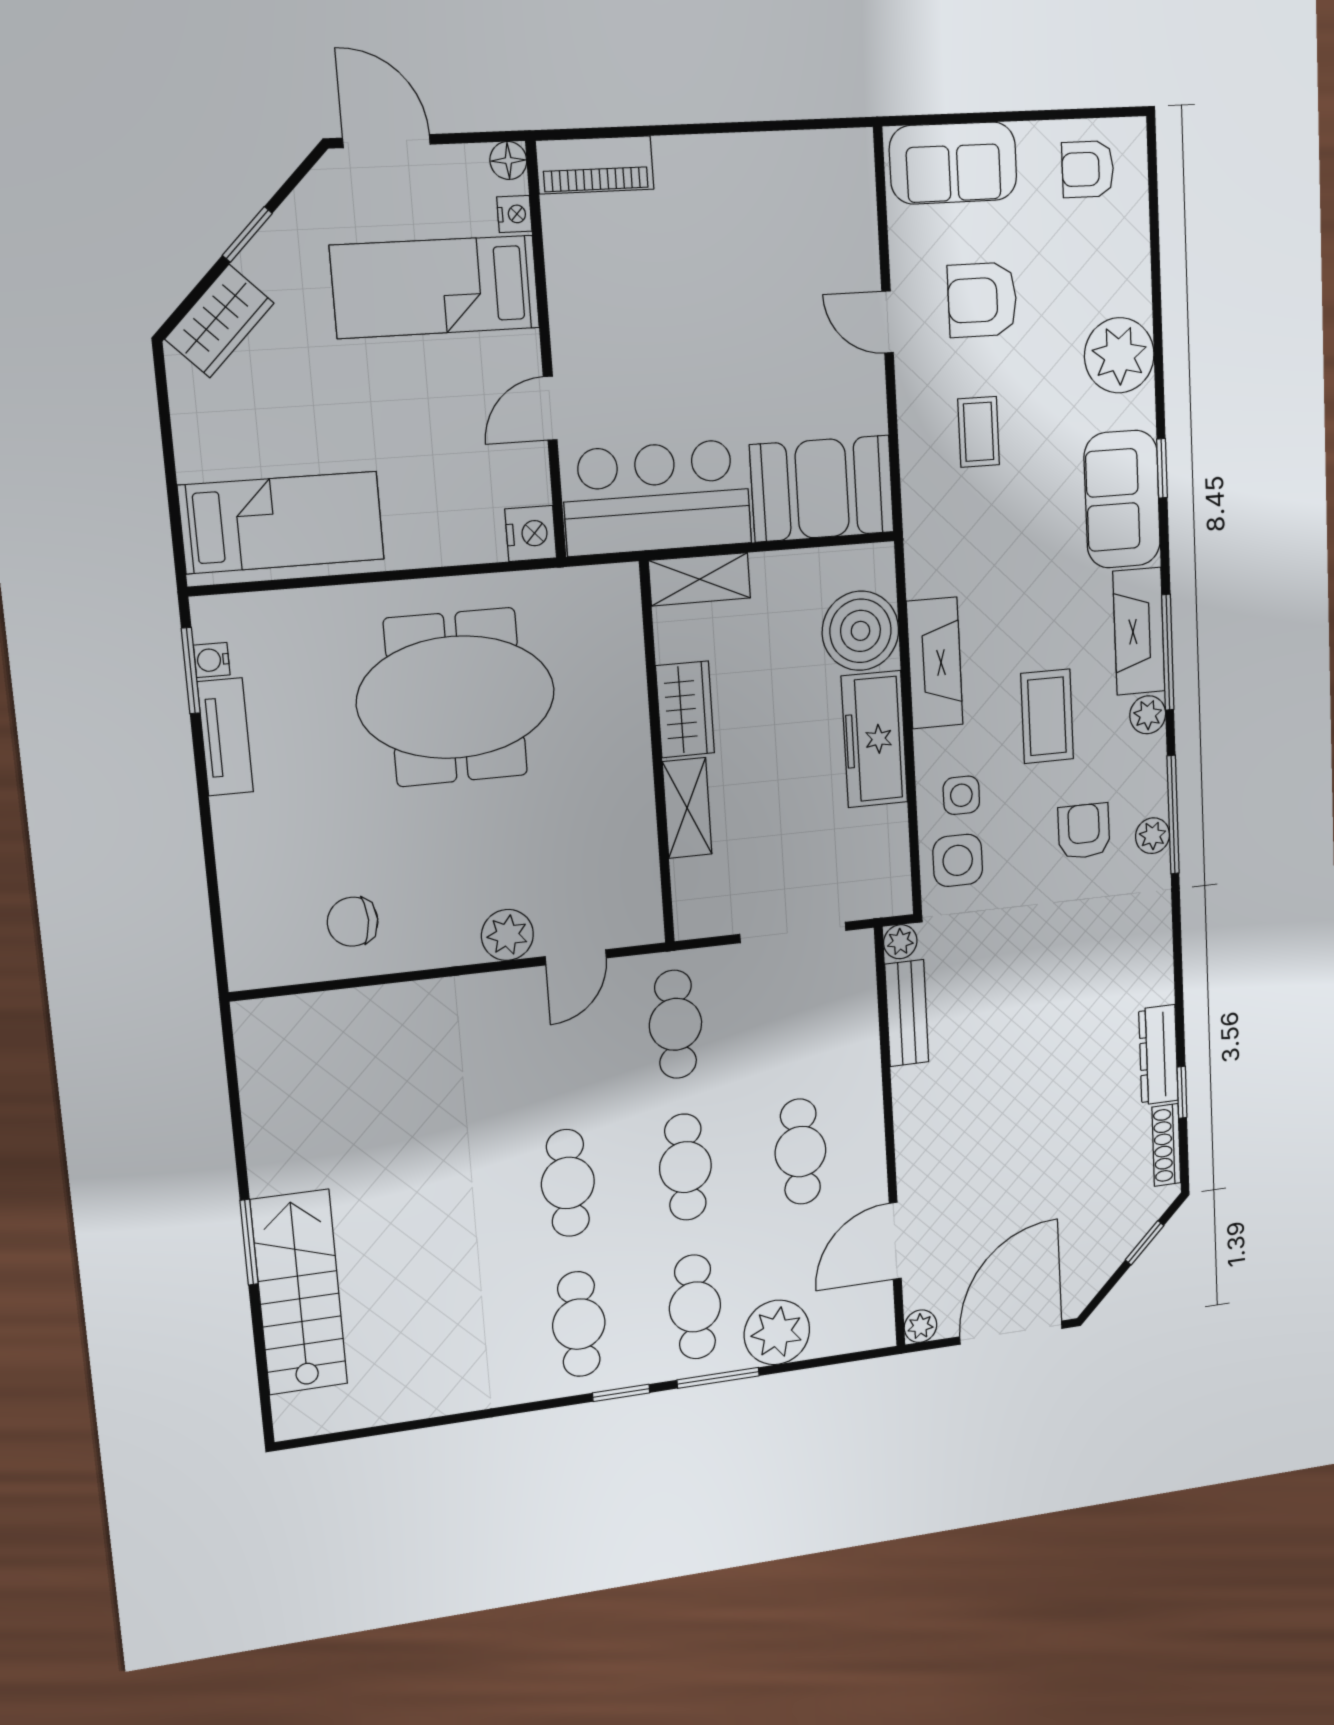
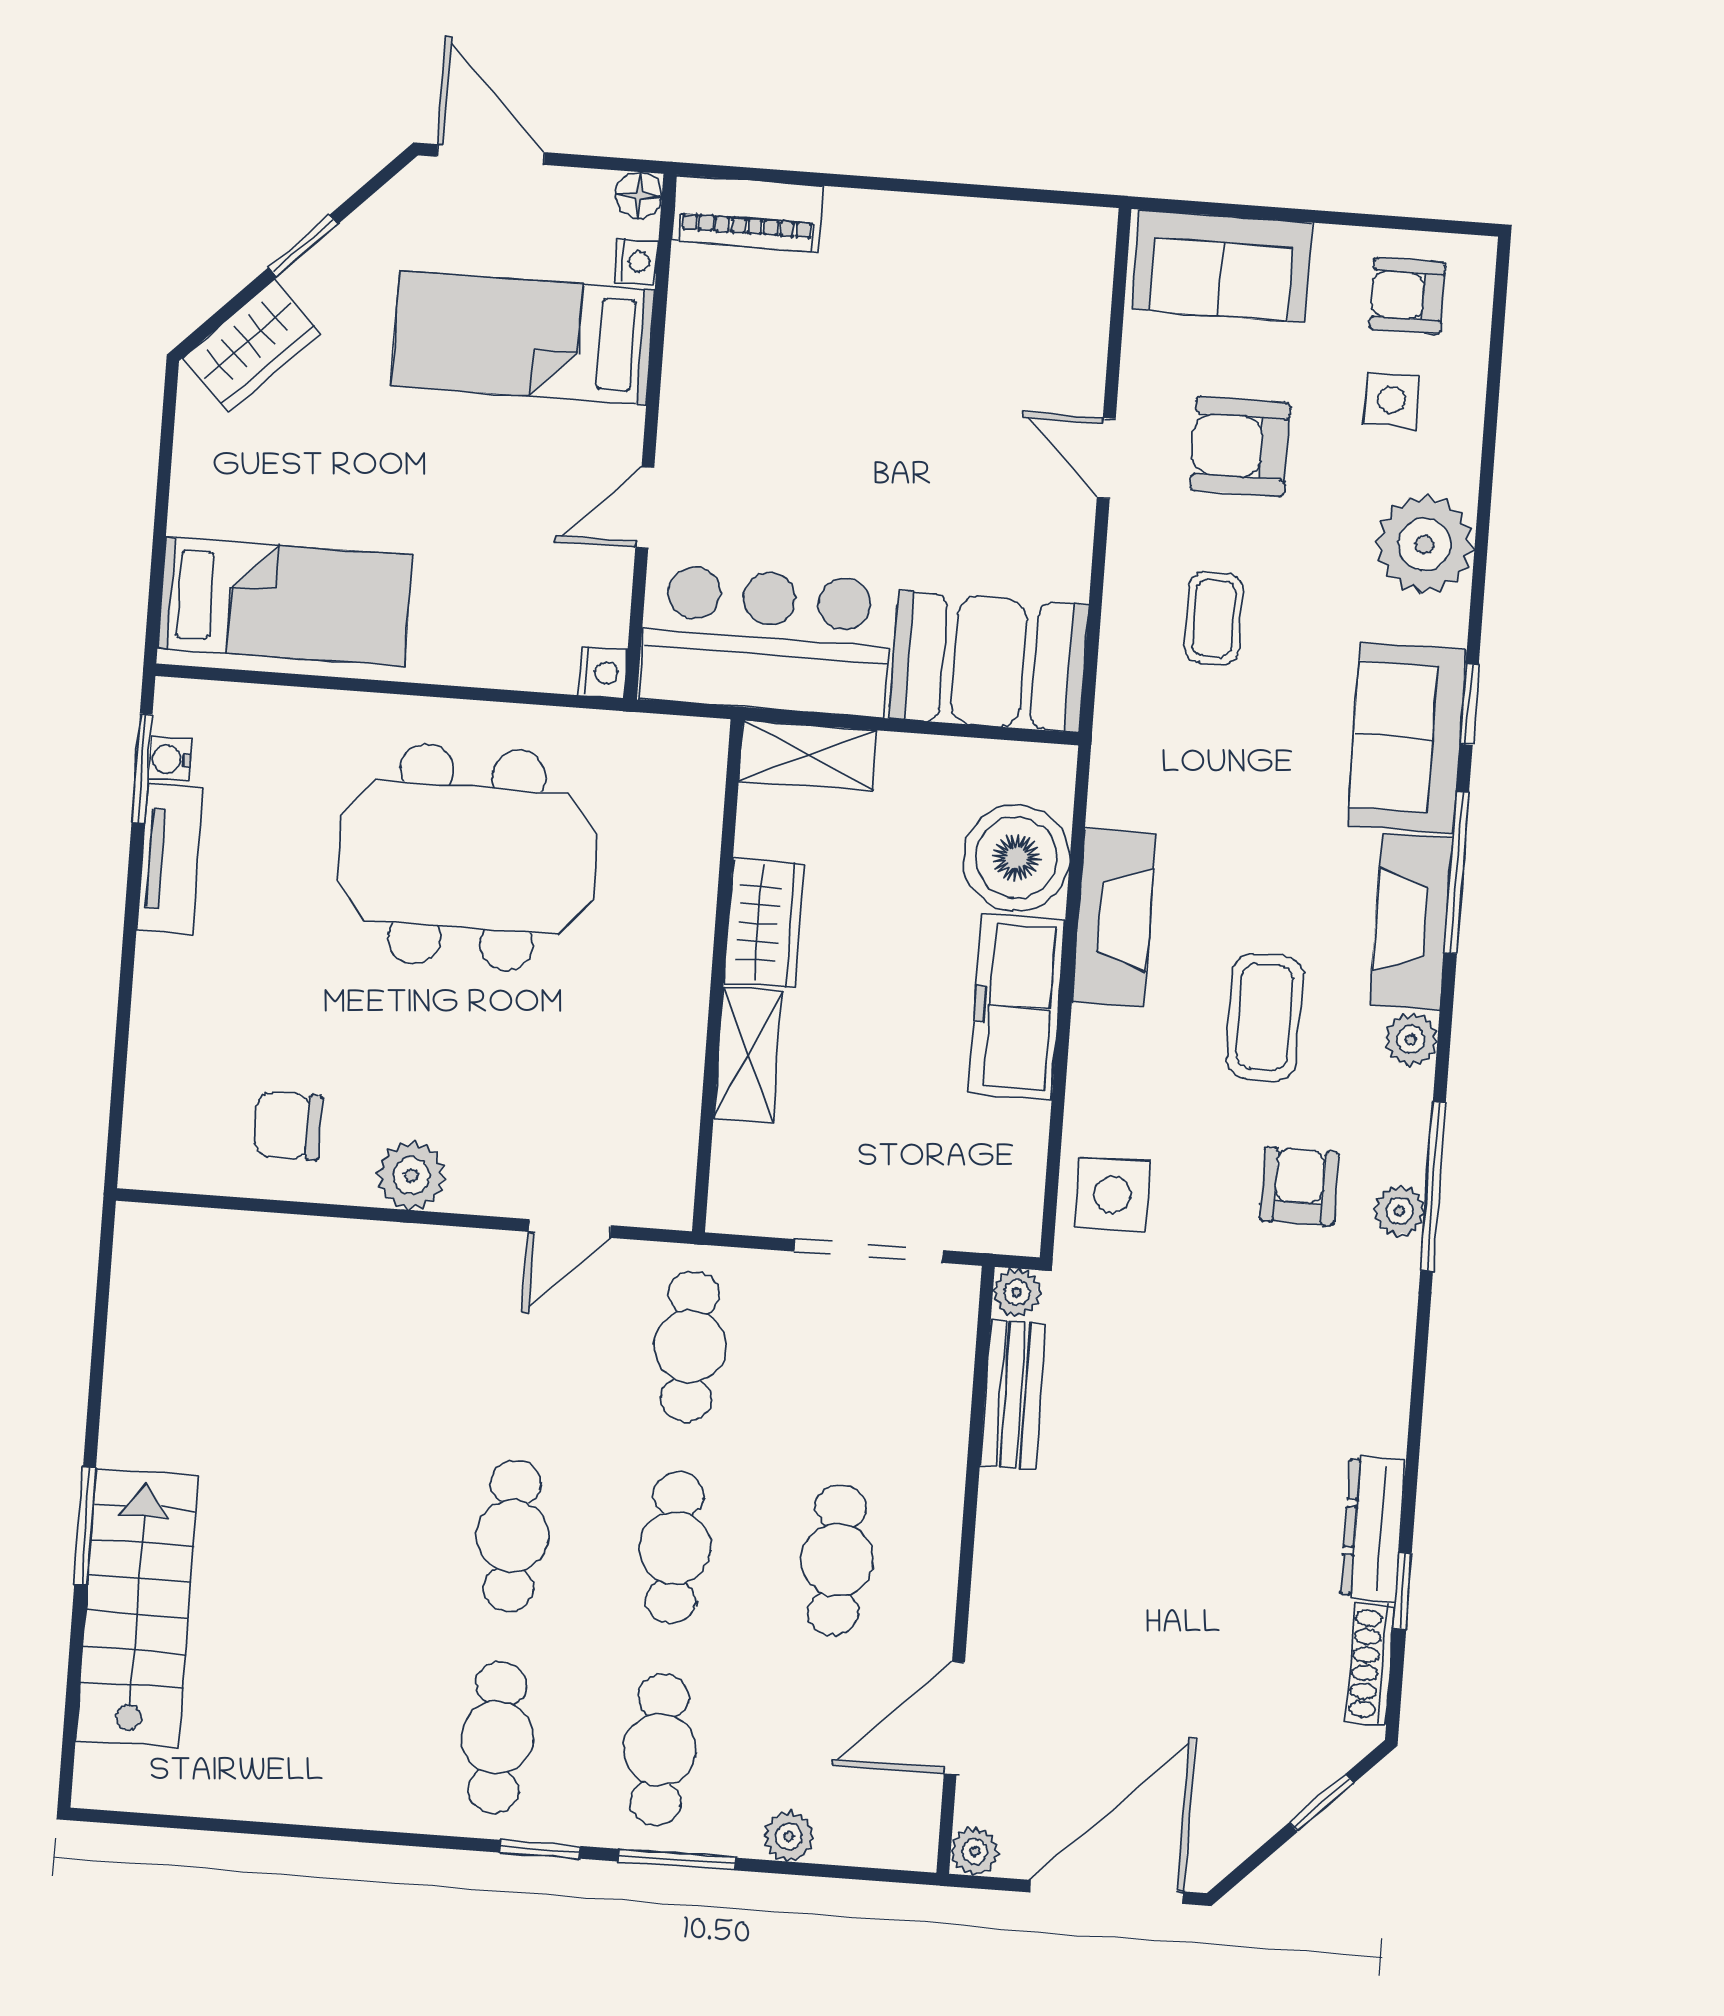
nightstand: (531, 533) -> (603, 672), width x0.72, depth x0.74
window: (1168, 652) -> (1457, 872), moved
side table: (961, 795) -> (1391, 400), moved
plant: (507, 935) -> (411, 1176), moved
plant: (777, 1332) -> (789, 1836), width x0.53, depth x0.53

